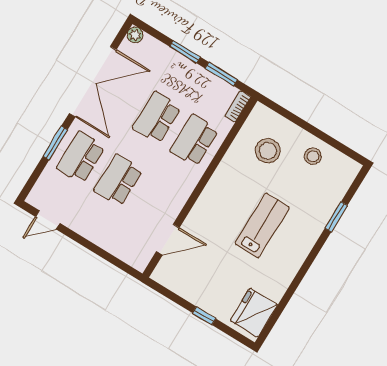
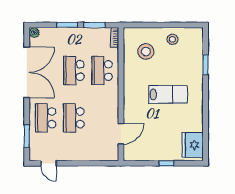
window: (55, 143) -> (27, 136), moved
door: (48, 220) -> (49, 163), hinge flipped
lab bench: (262, 225) -> (168, 94), turned 90

